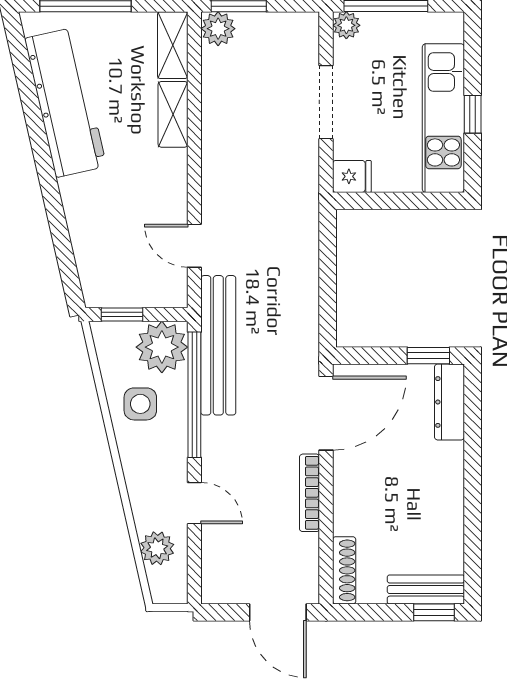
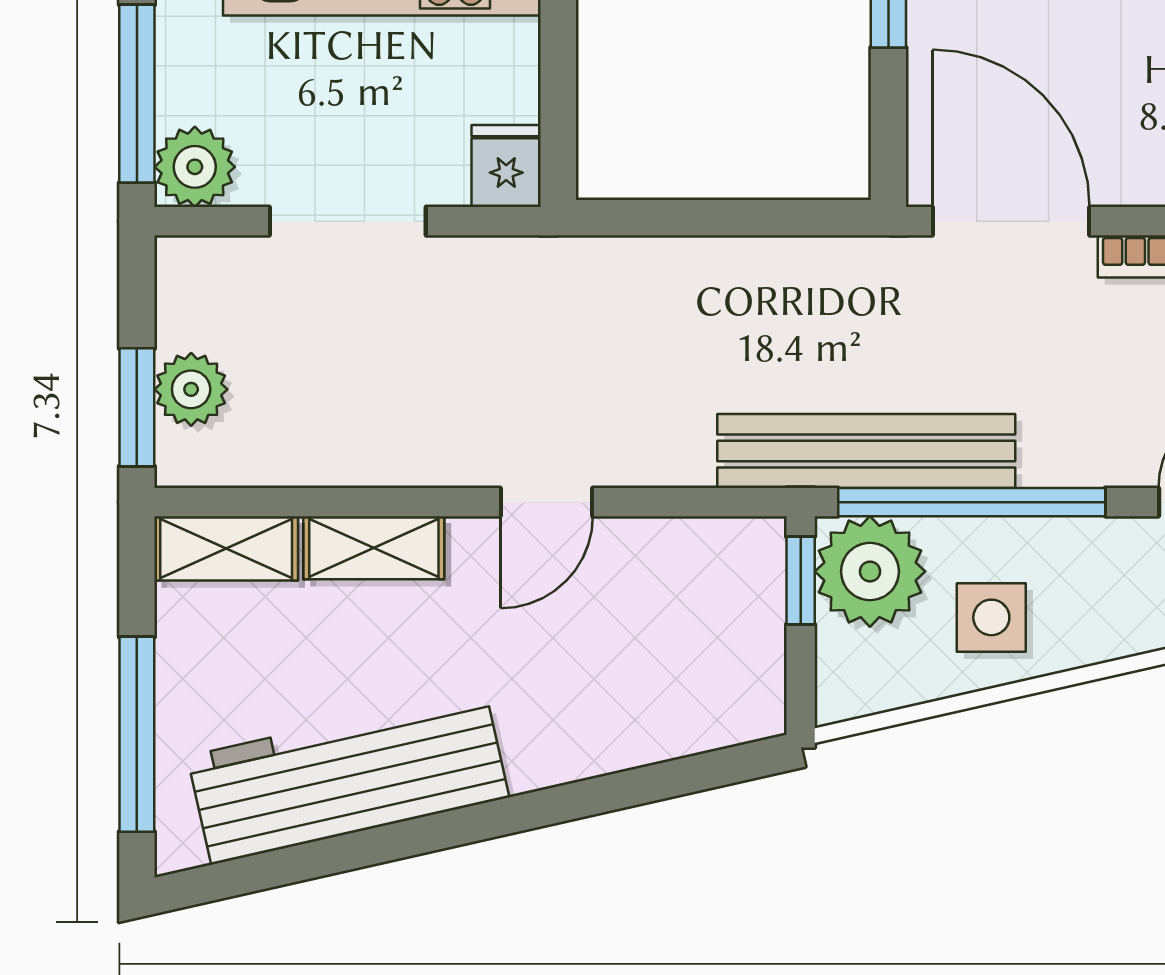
plant: (346, 25) -> (195, 167), width x1.38, depth x1.38
plant: (218, 29) -> (191, 389), moved
door: (194, 246) -> (547, 502), moved
window: (122, 314) -> (801, 581), moved

